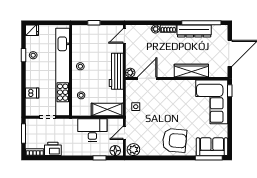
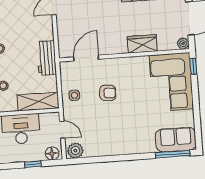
workbench: (116, 71) -> (47, 58), width x0.73
wardrobe: (191, 71) -> (142, 44), width x0.67
plant: (130, 73) -> (183, 44), moved
door: (124, 133) -> (62, 130), swing flipped
armchair: (175, 140) -> (108, 93), moved, width x0.53, depth x0.53

